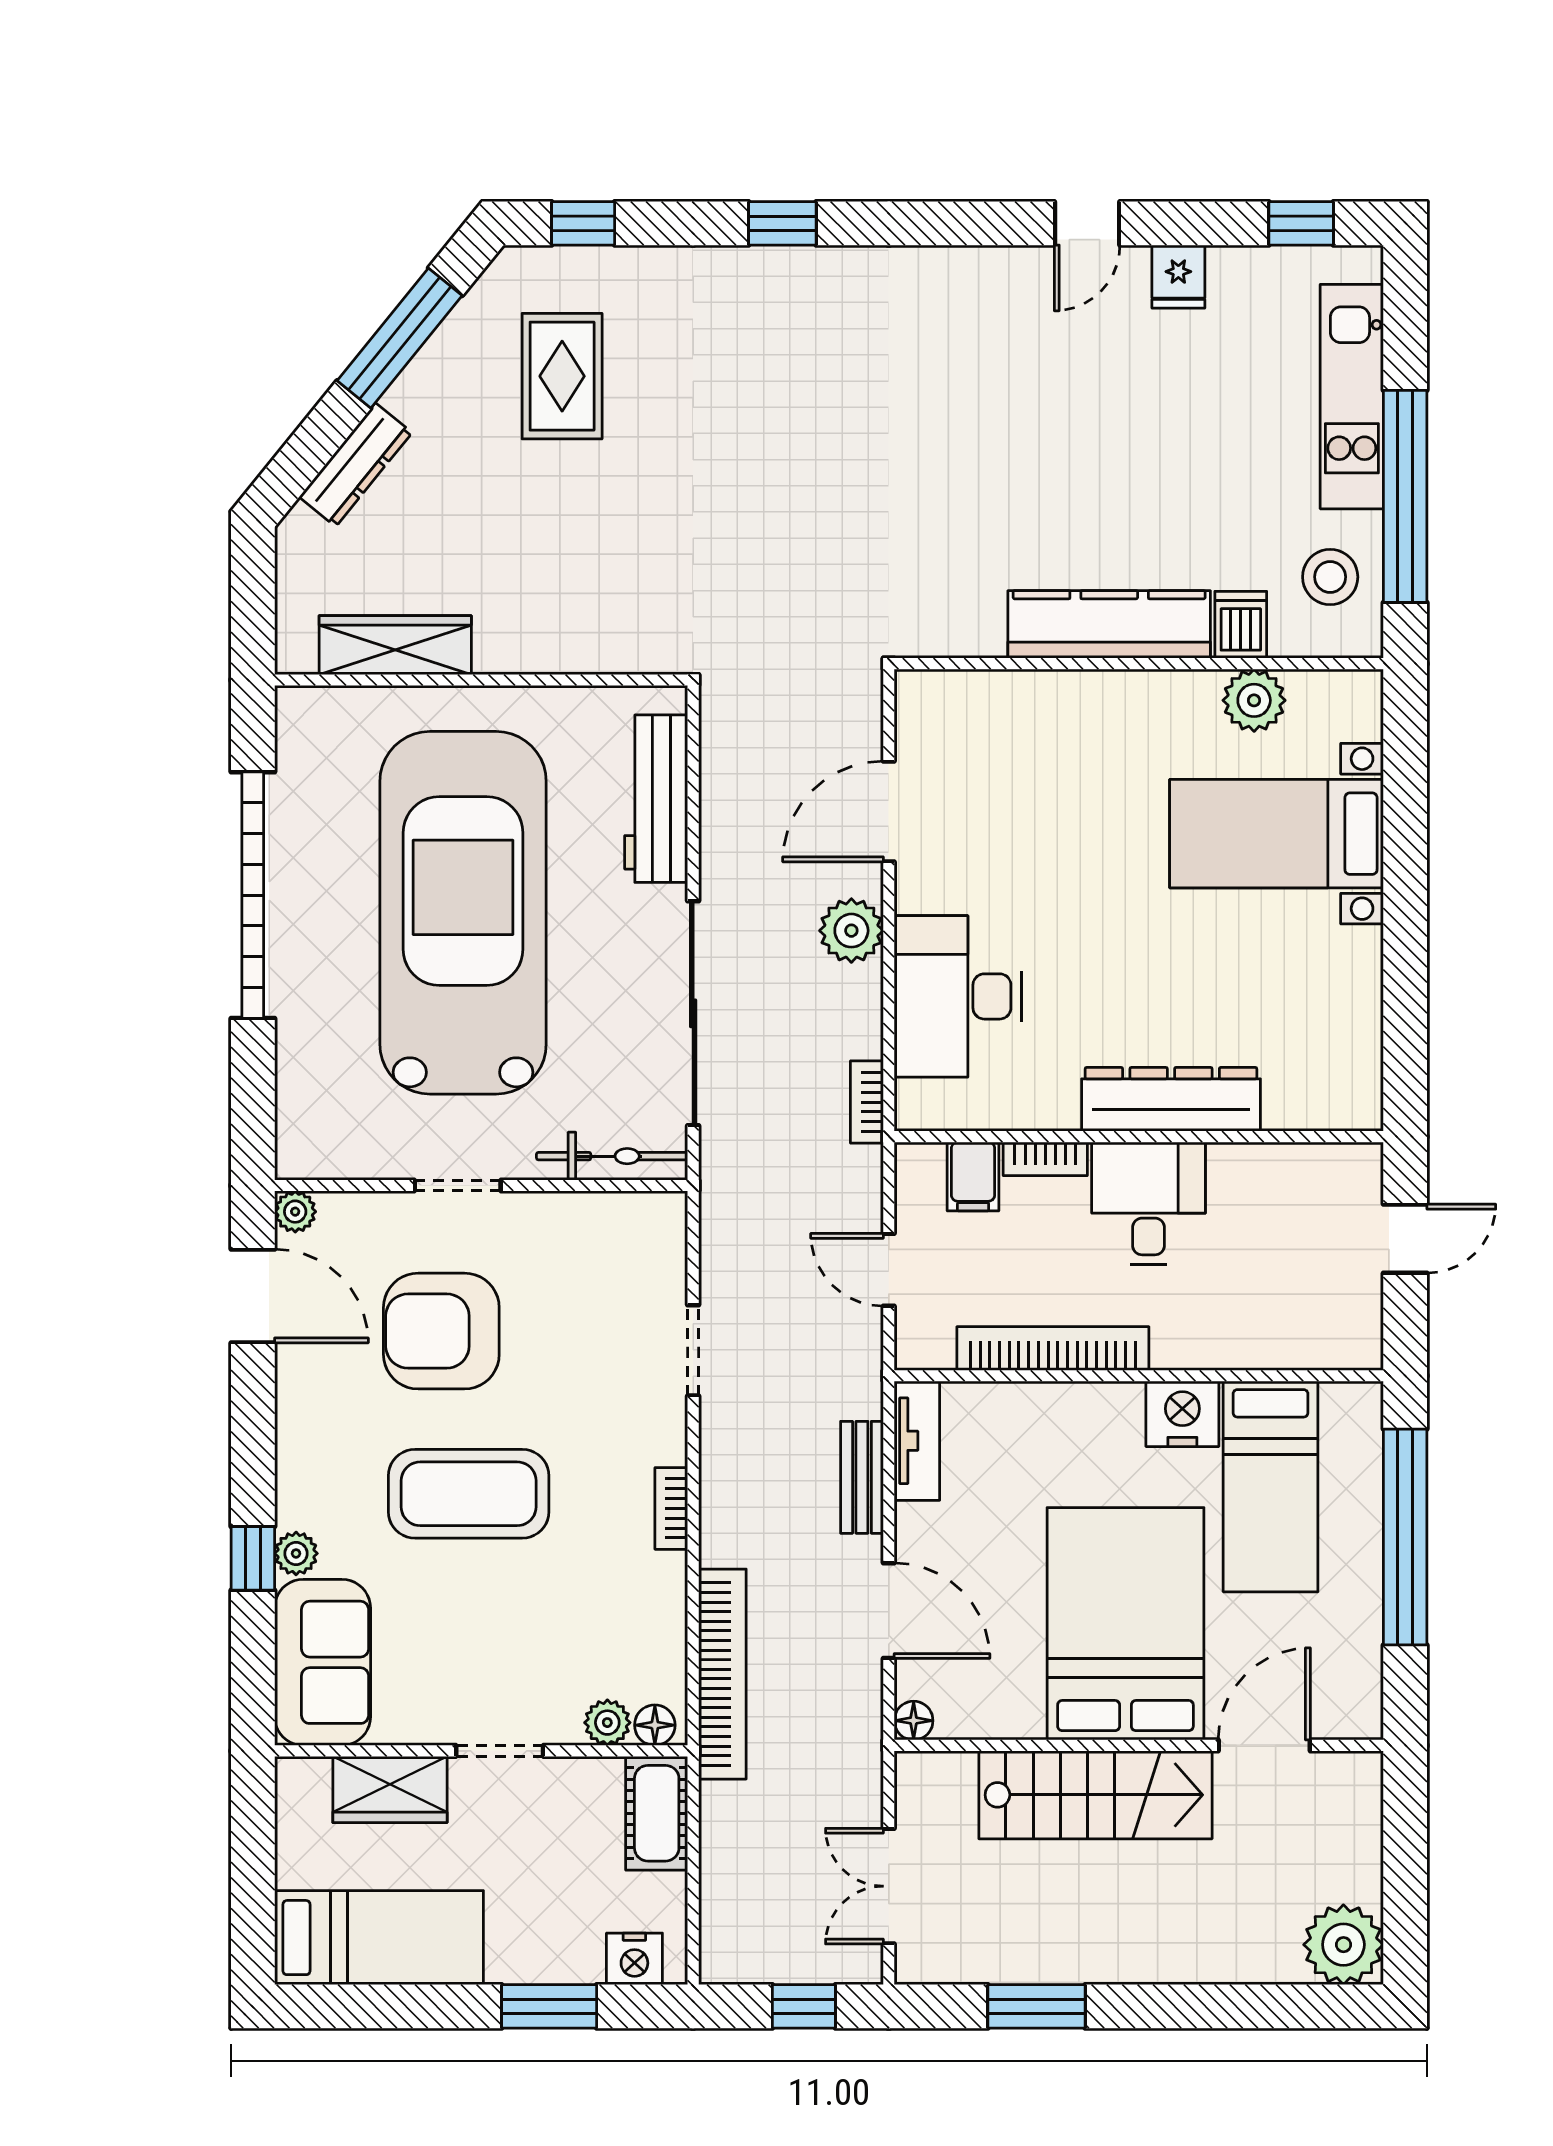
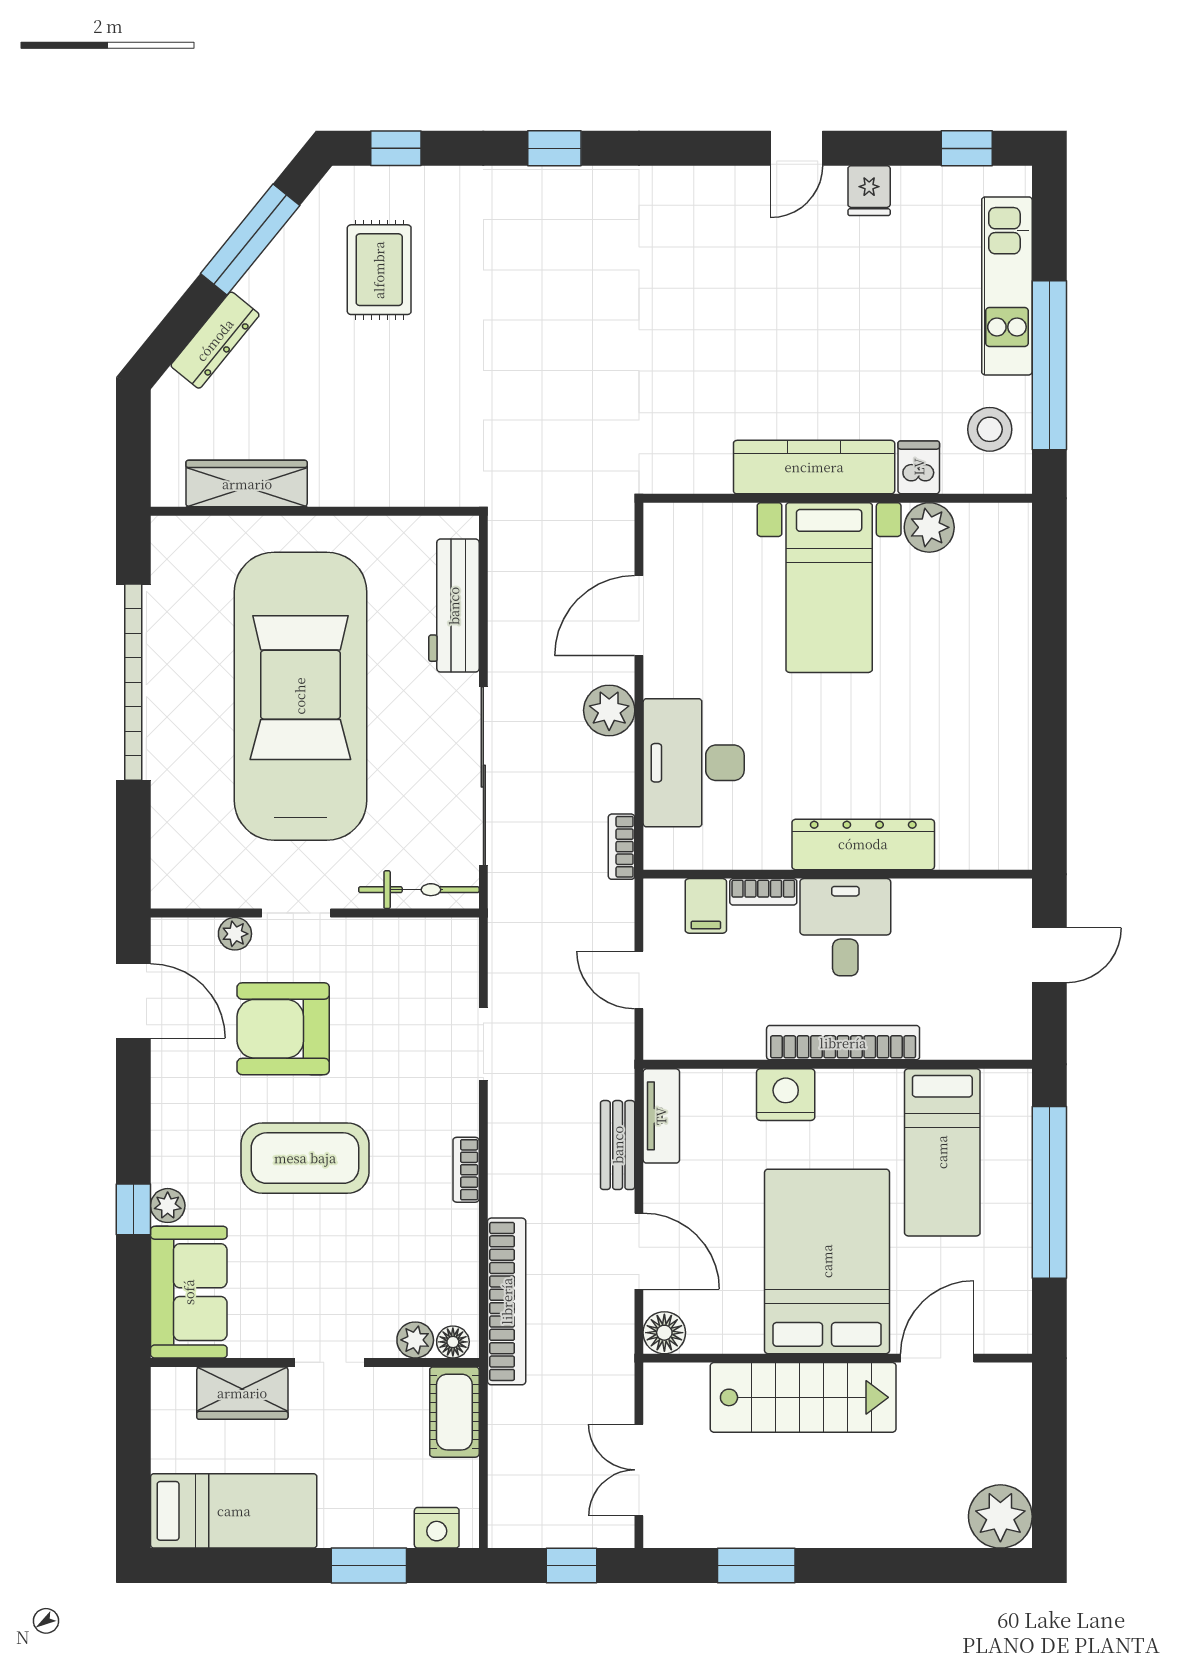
bed with nightstands: (1277, 834) -> (829, 588), moved, turned -90
plant: (295, 1212) -> (235, 934), moved
bookcase: (1053, 1349) -> (843, 1043), moved
nightstand: (1182, 1414) -> (786, 1095), moved
floor lamp: (914, 1721) -> (664, 1333), width x1.37, depth x1.37

